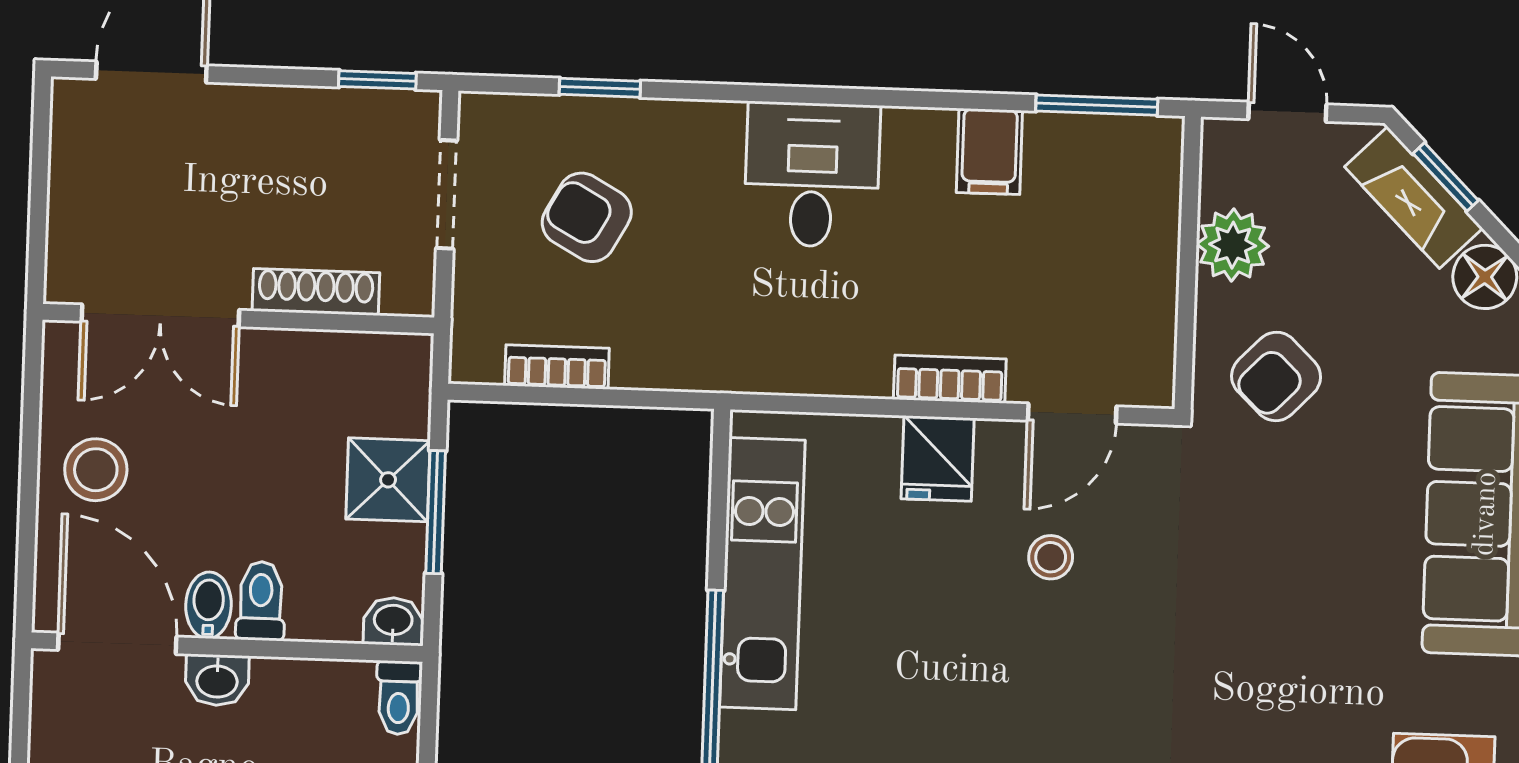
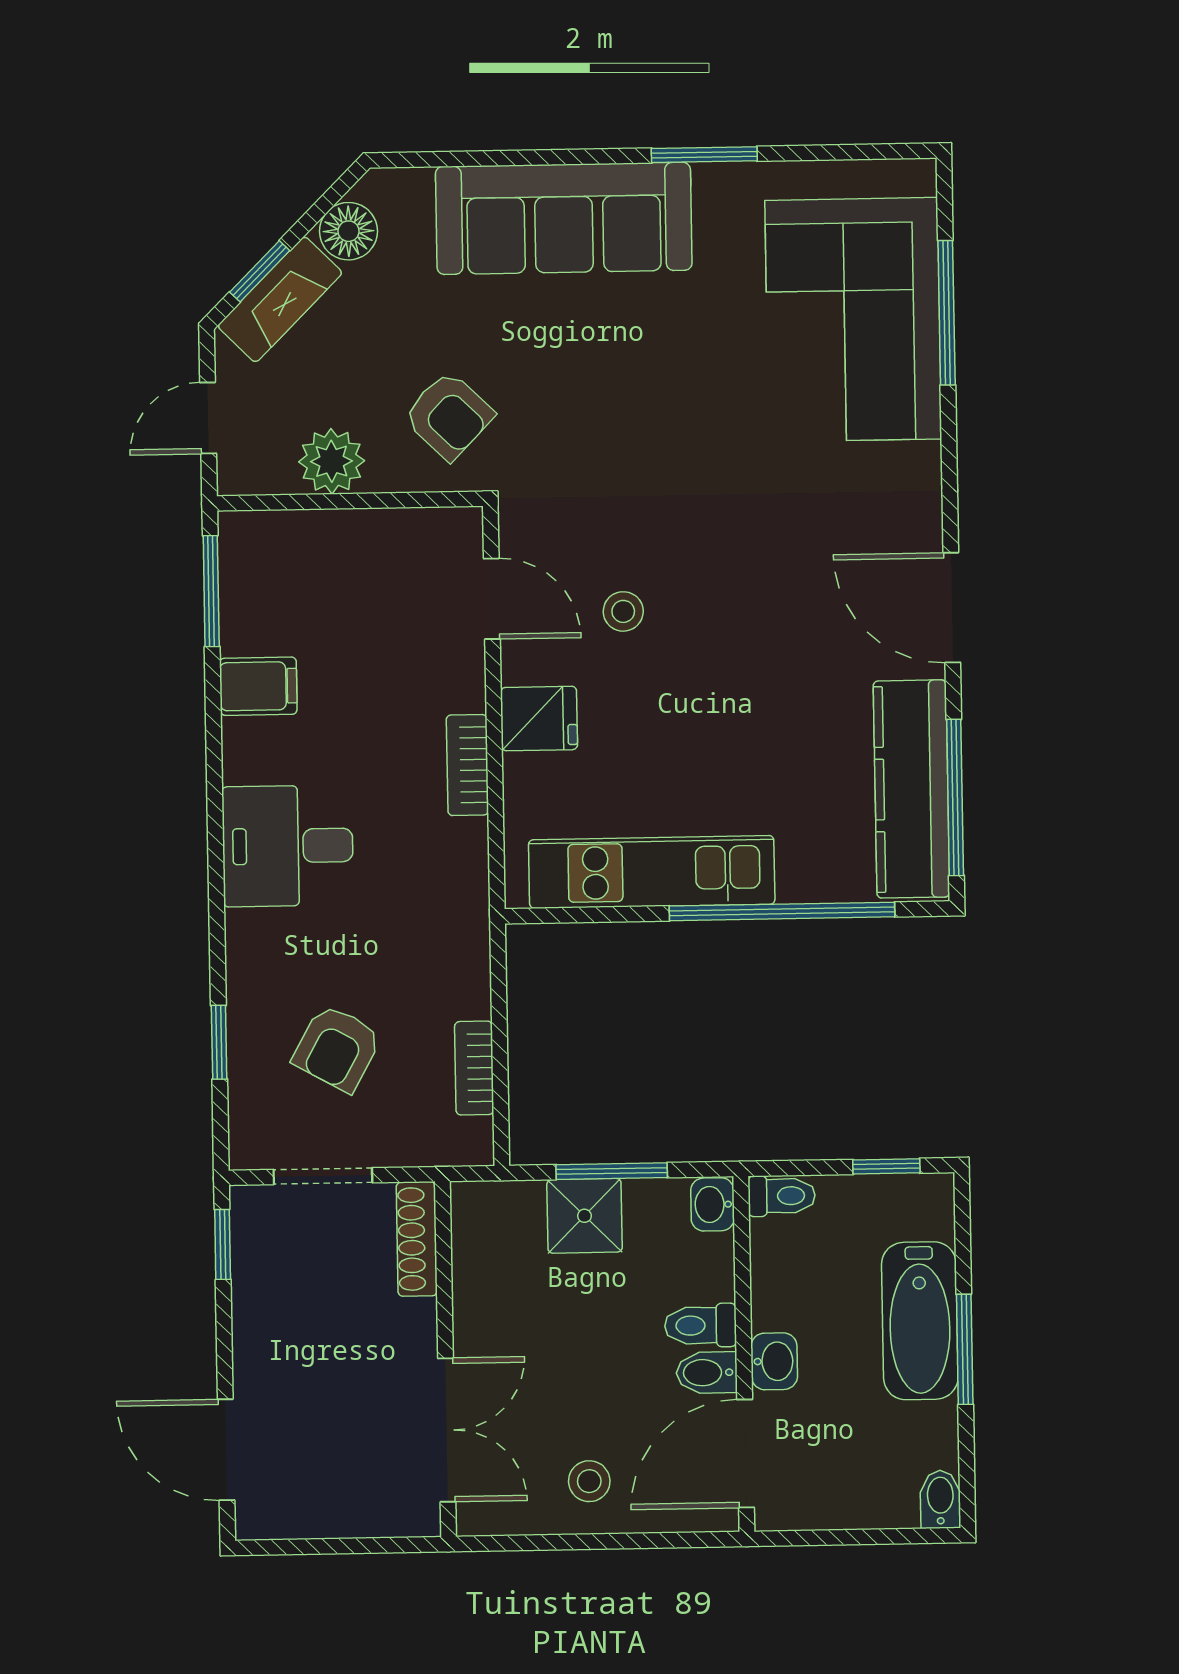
shoe rack: (316, 292) -> (417, 1239), moved
bookcase: (950, 379) -> (467, 765), moved
stool: (96, 470) -> (589, 1481), width x0.73, depth x0.73

